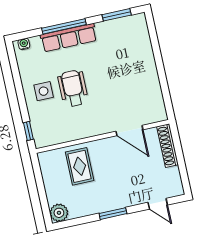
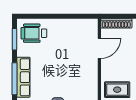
wheelchair: (73, 88) -> (34, 33), moved

